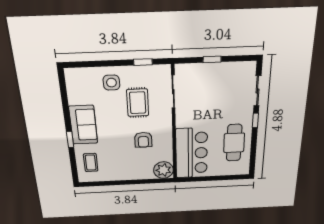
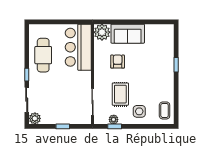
plant: (249, 68) -> (35, 118), added
plant: (145, 71) -> (114, 120), added
sofa: (83, 125) -> (128, 34), moved, turned -90
coffee table: (91, 163) -> (165, 110), moved

